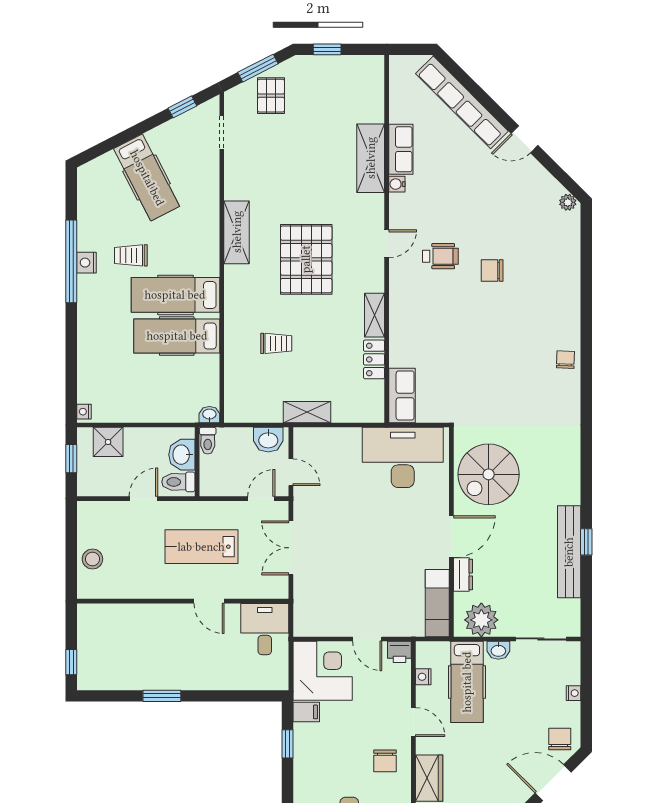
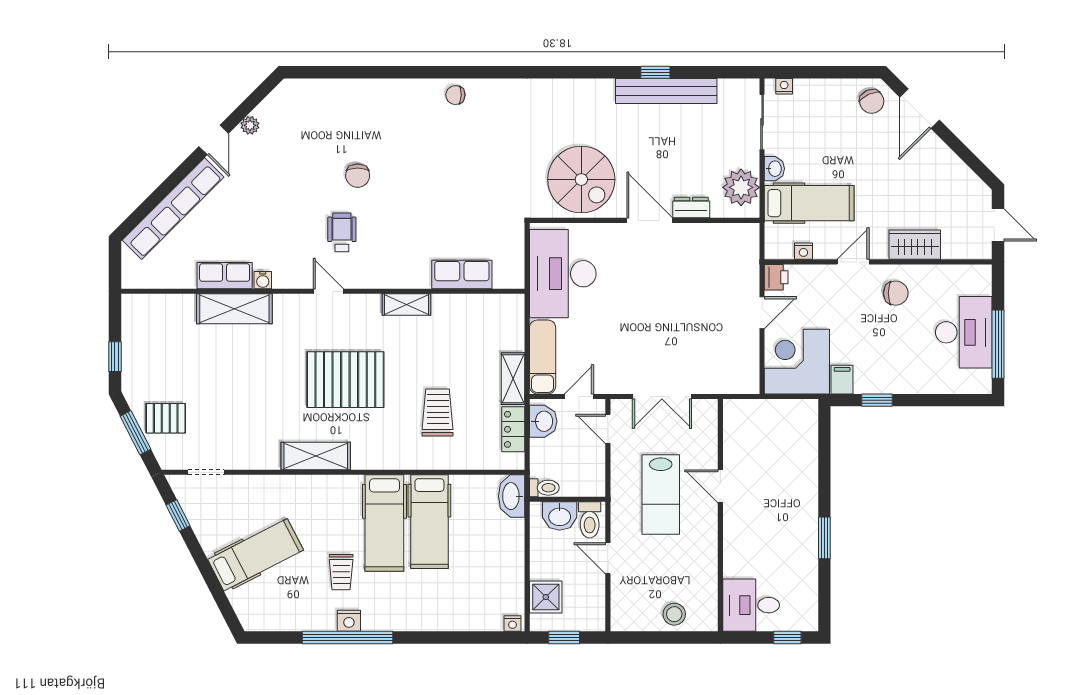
plant: (568, 202) -> (250, 125), moved
trolley: (276, 343) -> (438, 412), width x1.36, depth x1.39
locker: (374, 359) -> (513, 429), moved, turned 90
row of seats: (402, 395) -> (462, 274), moved
washbasin: (209, 415) -> (512, 496), width x1.91, depth x1.45
door: (209, 601) -> (720, 486), swing flipped
exam couch: (437, 603) -> (543, 357), moved, turned -90
desk: (265, 629) -> (751, 605), moved
nightstand: (573, 693) -> (784, 86), moved
chair: (560, 739) -> (872, 101), turned -114

